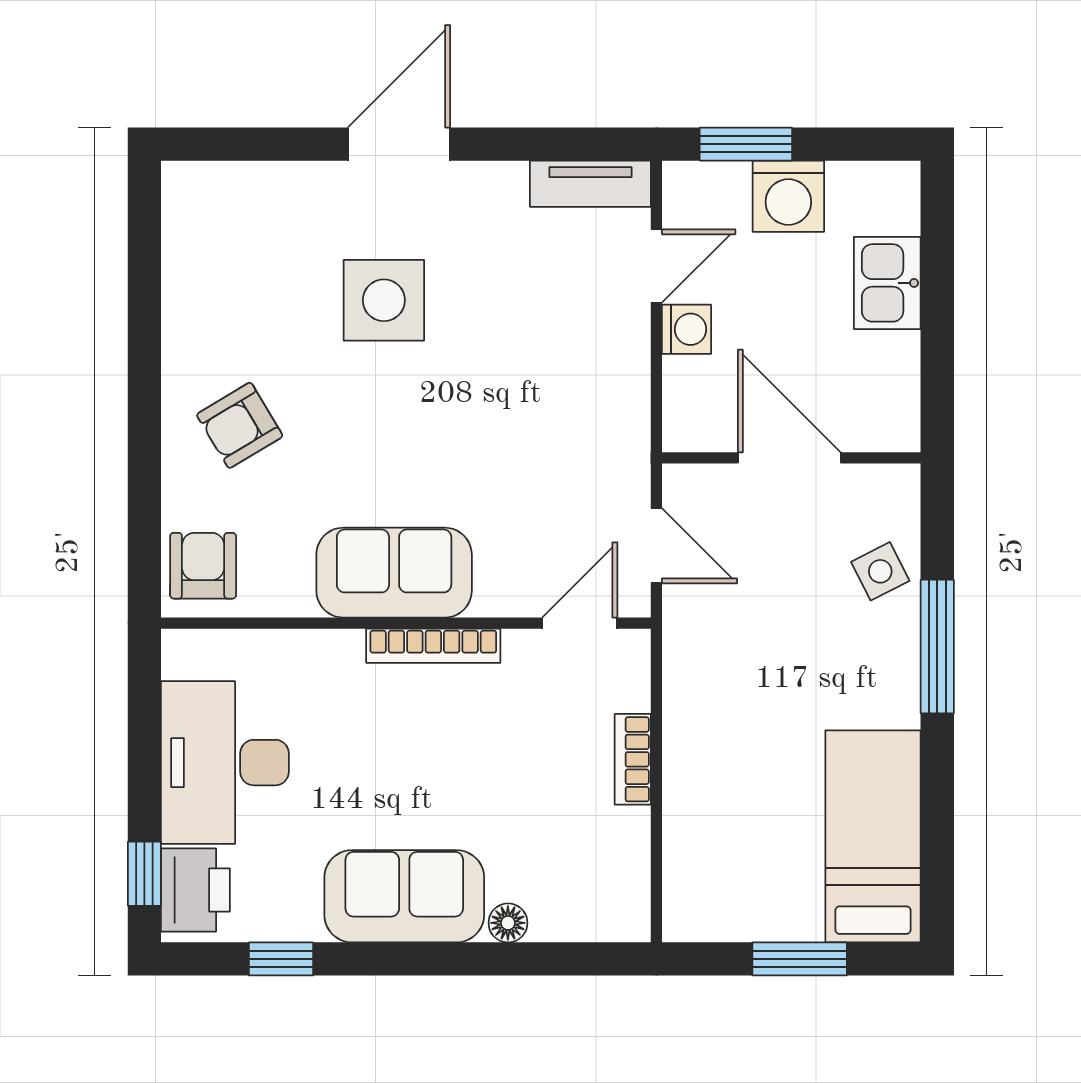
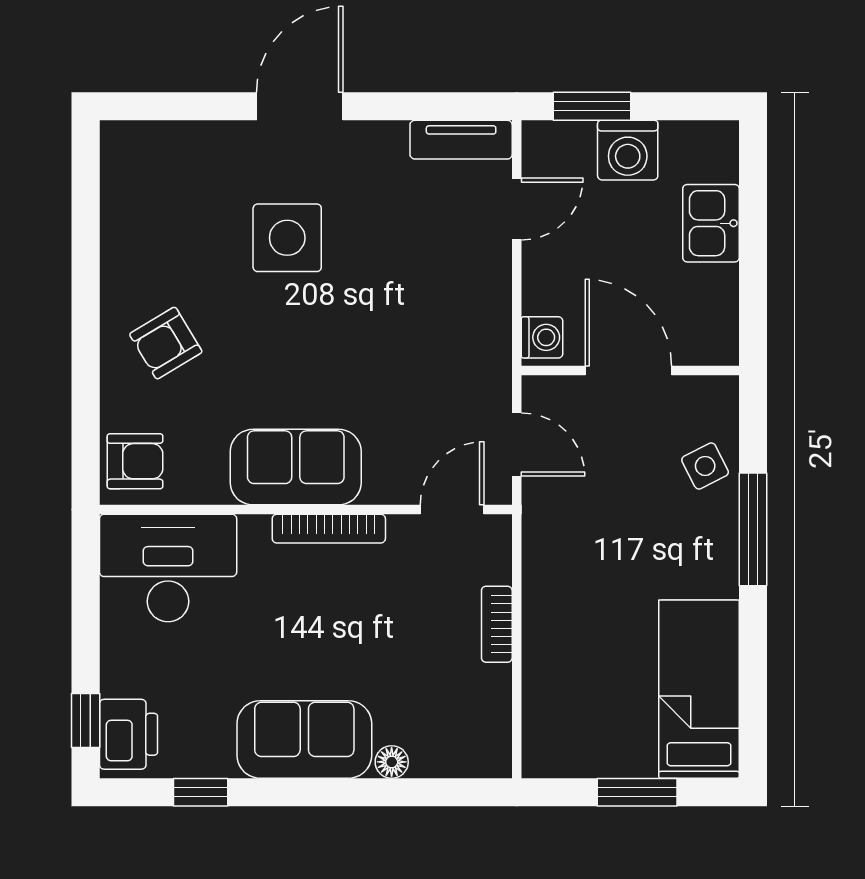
washing machine: (687, 329) -> (542, 337), moved
armchair: (203, 566) -> (135, 461), turned 90
desk: (225, 763) -> (168, 568), moved, turned 90

